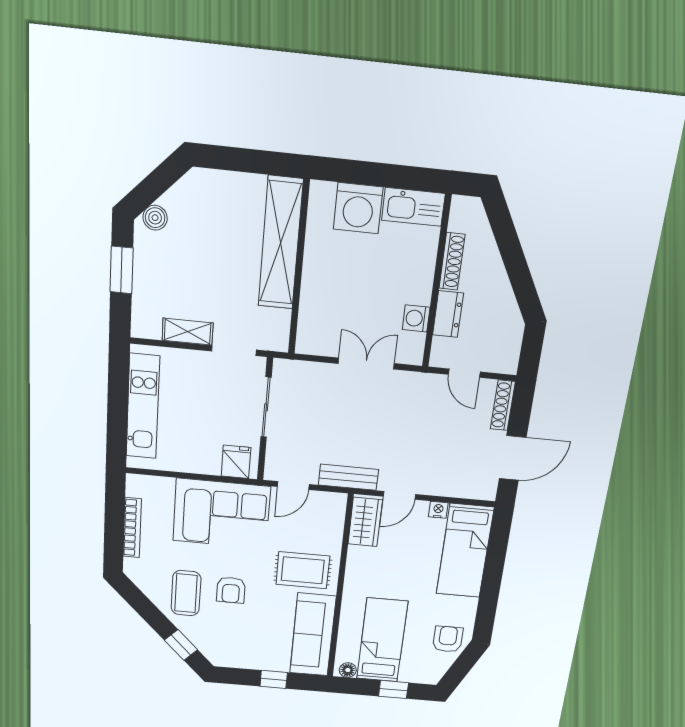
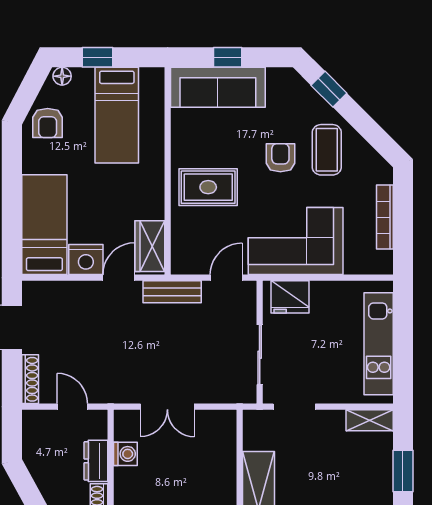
shelving: (188, 332) -> (370, 420), moved
fridge: (236, 462) -> (290, 297), width x1.38
nightstand: (438, 510) -> (86, 259), width x1.89, depth x1.79
sofa: (313, 635) -> (218, 87), moved, turned 90
floor lamp: (348, 670) -> (62, 76), moved

